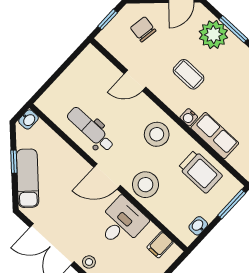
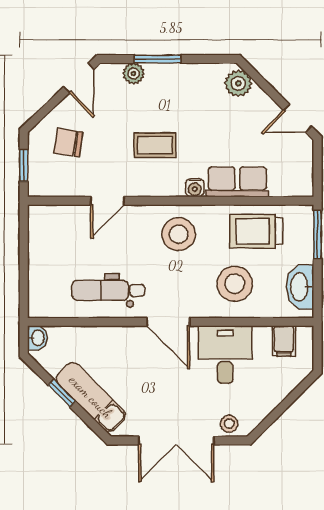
plant: (213, 35) -> (134, 73), width x0.53, depth x0.53
trolley: (200, 172) -> (256, 231), turned 180
door: (107, 176) -> (168, 322), hinge flipped
stool: (145, 185) -> (235, 284), moved
washbasin: (198, 226) -> (300, 287), width x1.91, depth x1.45

